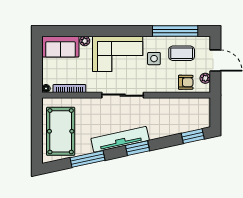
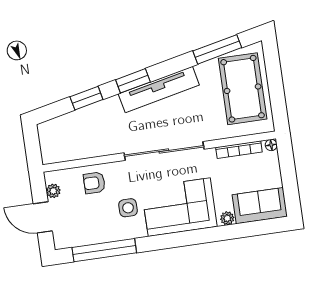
coffee table: (182, 53) -> (91, 221), removed
armchair: (186, 82) -> (94, 183), moved
sliding door: (123, 95) -> (164, 151), width x1.36
window: (193, 136) -> (86, 98), moved
window: (88, 159) -> (217, 49), moved

